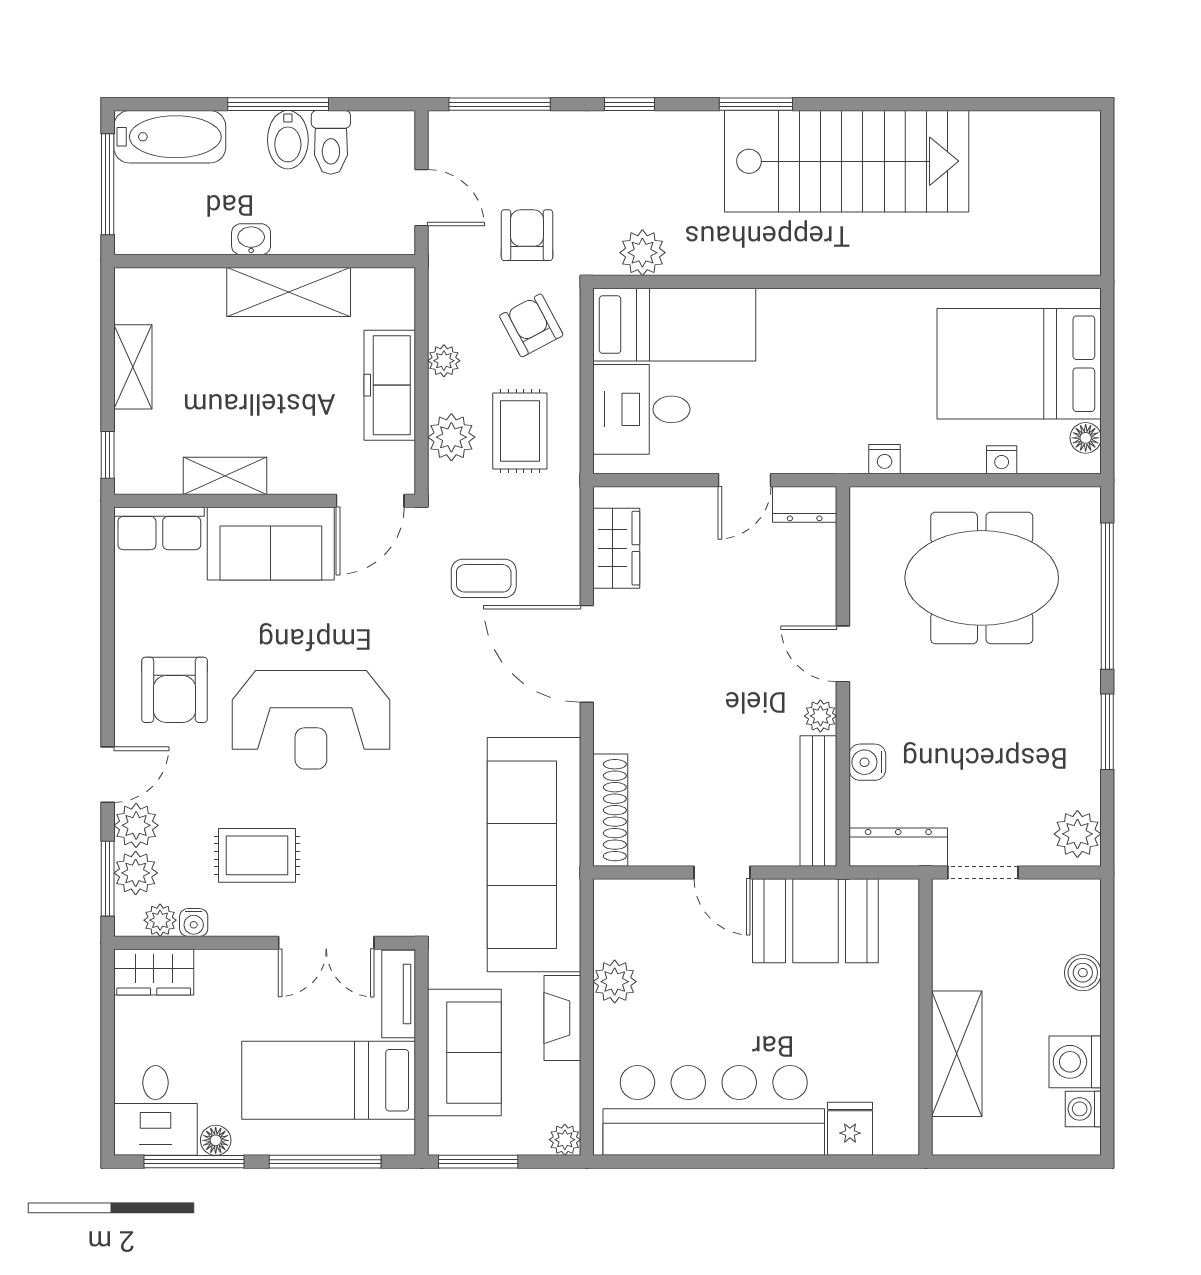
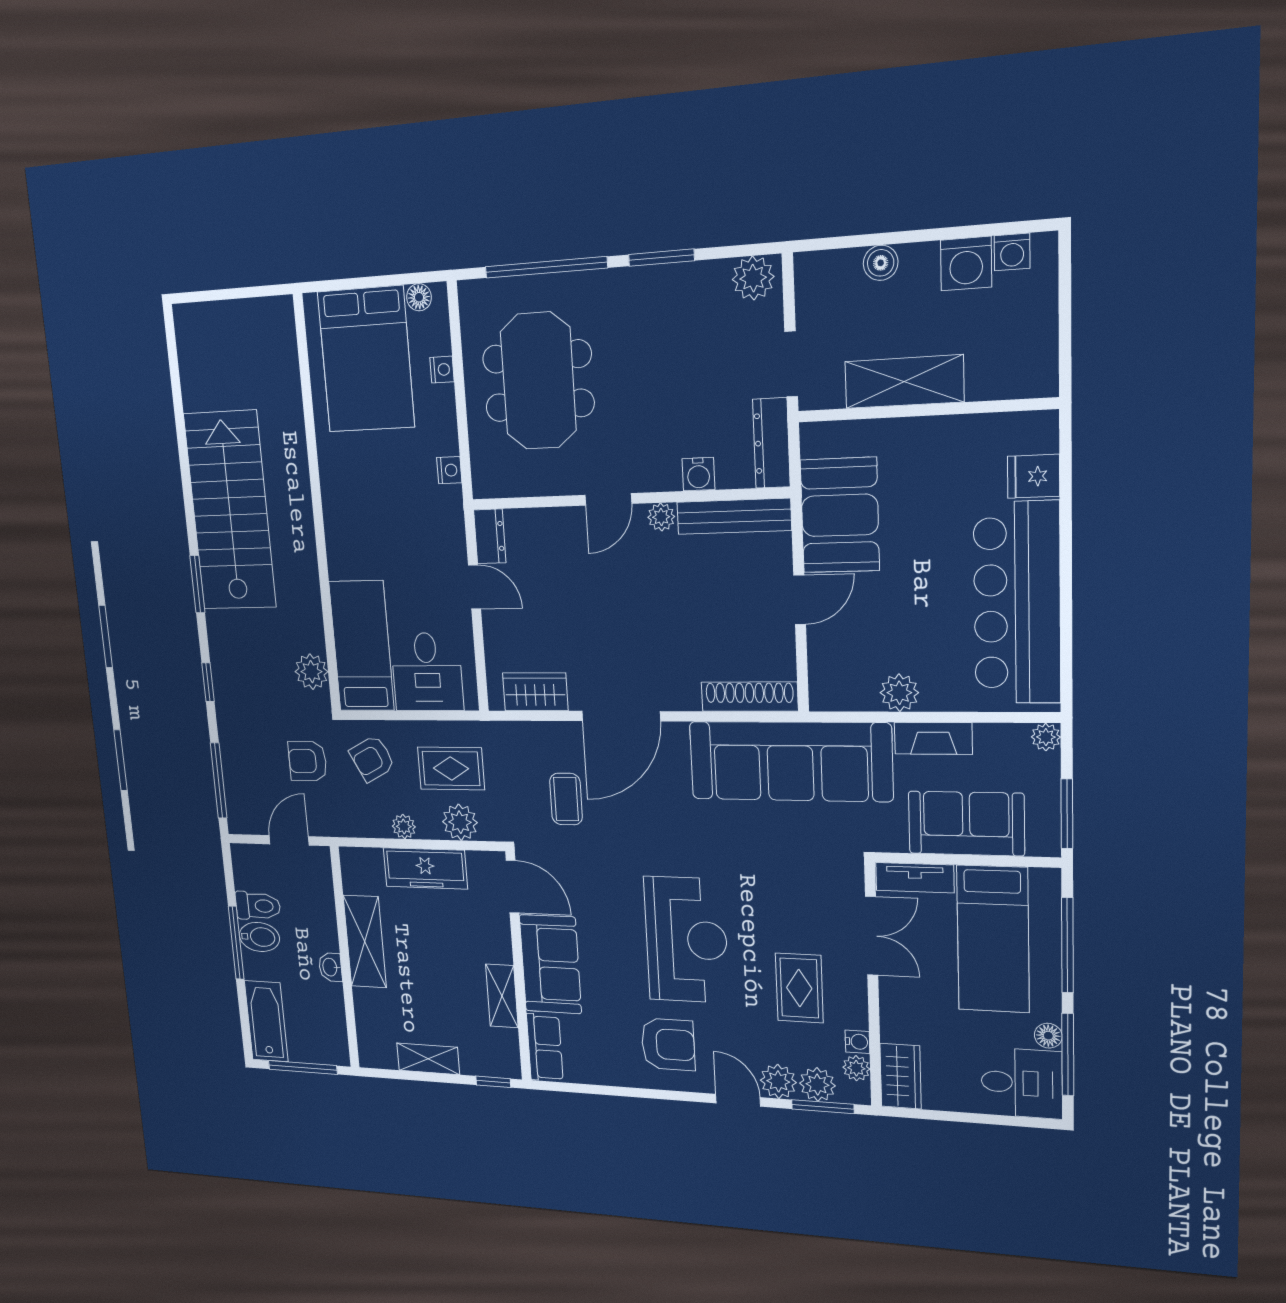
shelving: (957, 1054) -> (904, 382), moved

